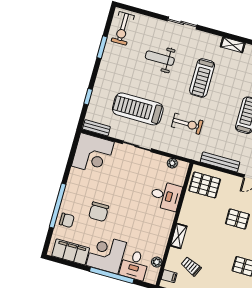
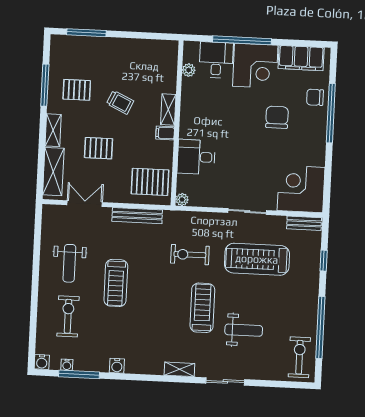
shelving: (233, 45) -> (179, 369), moved
window: (102, 47) -> (320, 327), width x2.11
treadmill: (202, 78) -> (202, 308), moved
treadmill: (138, 109) -> (257, 259), turned 180
plant: (172, 163) -> (182, 200), moved
trolley: (191, 266) -> (120, 102), moved
filing cabinet: (169, 276) -> (165, 133), moved

